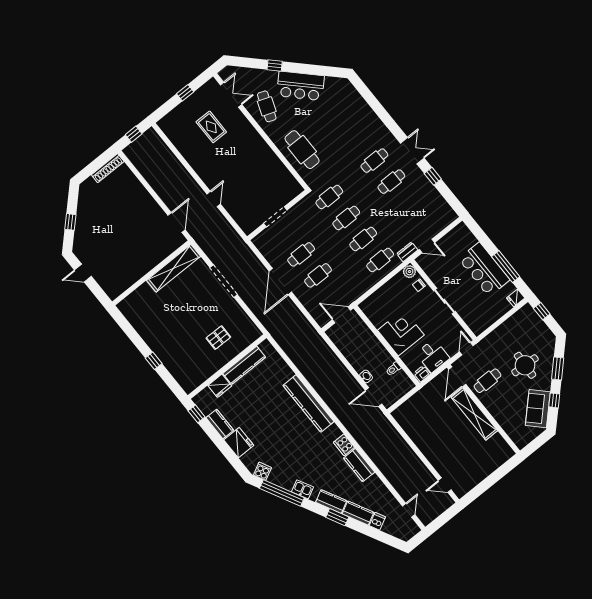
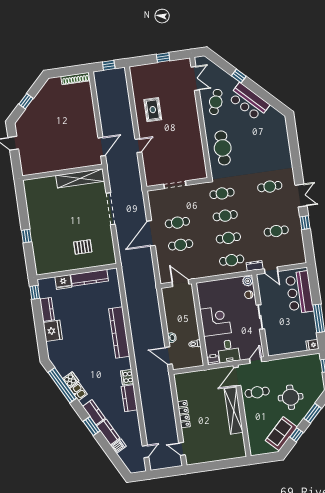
rug: (211, 127) -> (153, 110), moved
cafe table: (391, 182) -> (276, 231), moved
bar counter: (484, 269) -> (299, 292), moved
locker: (425, 448) -> (184, 414), added
cooker: (262, 471) -> (71, 380), moved

